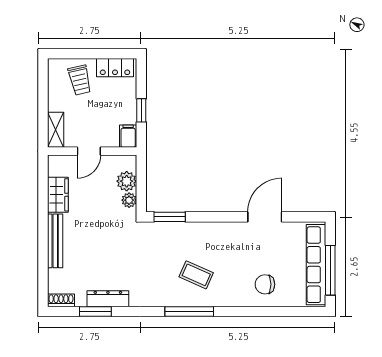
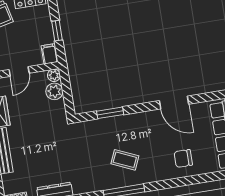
plant: (129, 200) -> (54, 75), moved
window: (170, 217) -> (110, 113), moved
door: (265, 217) -> (174, 102), swing flipped

